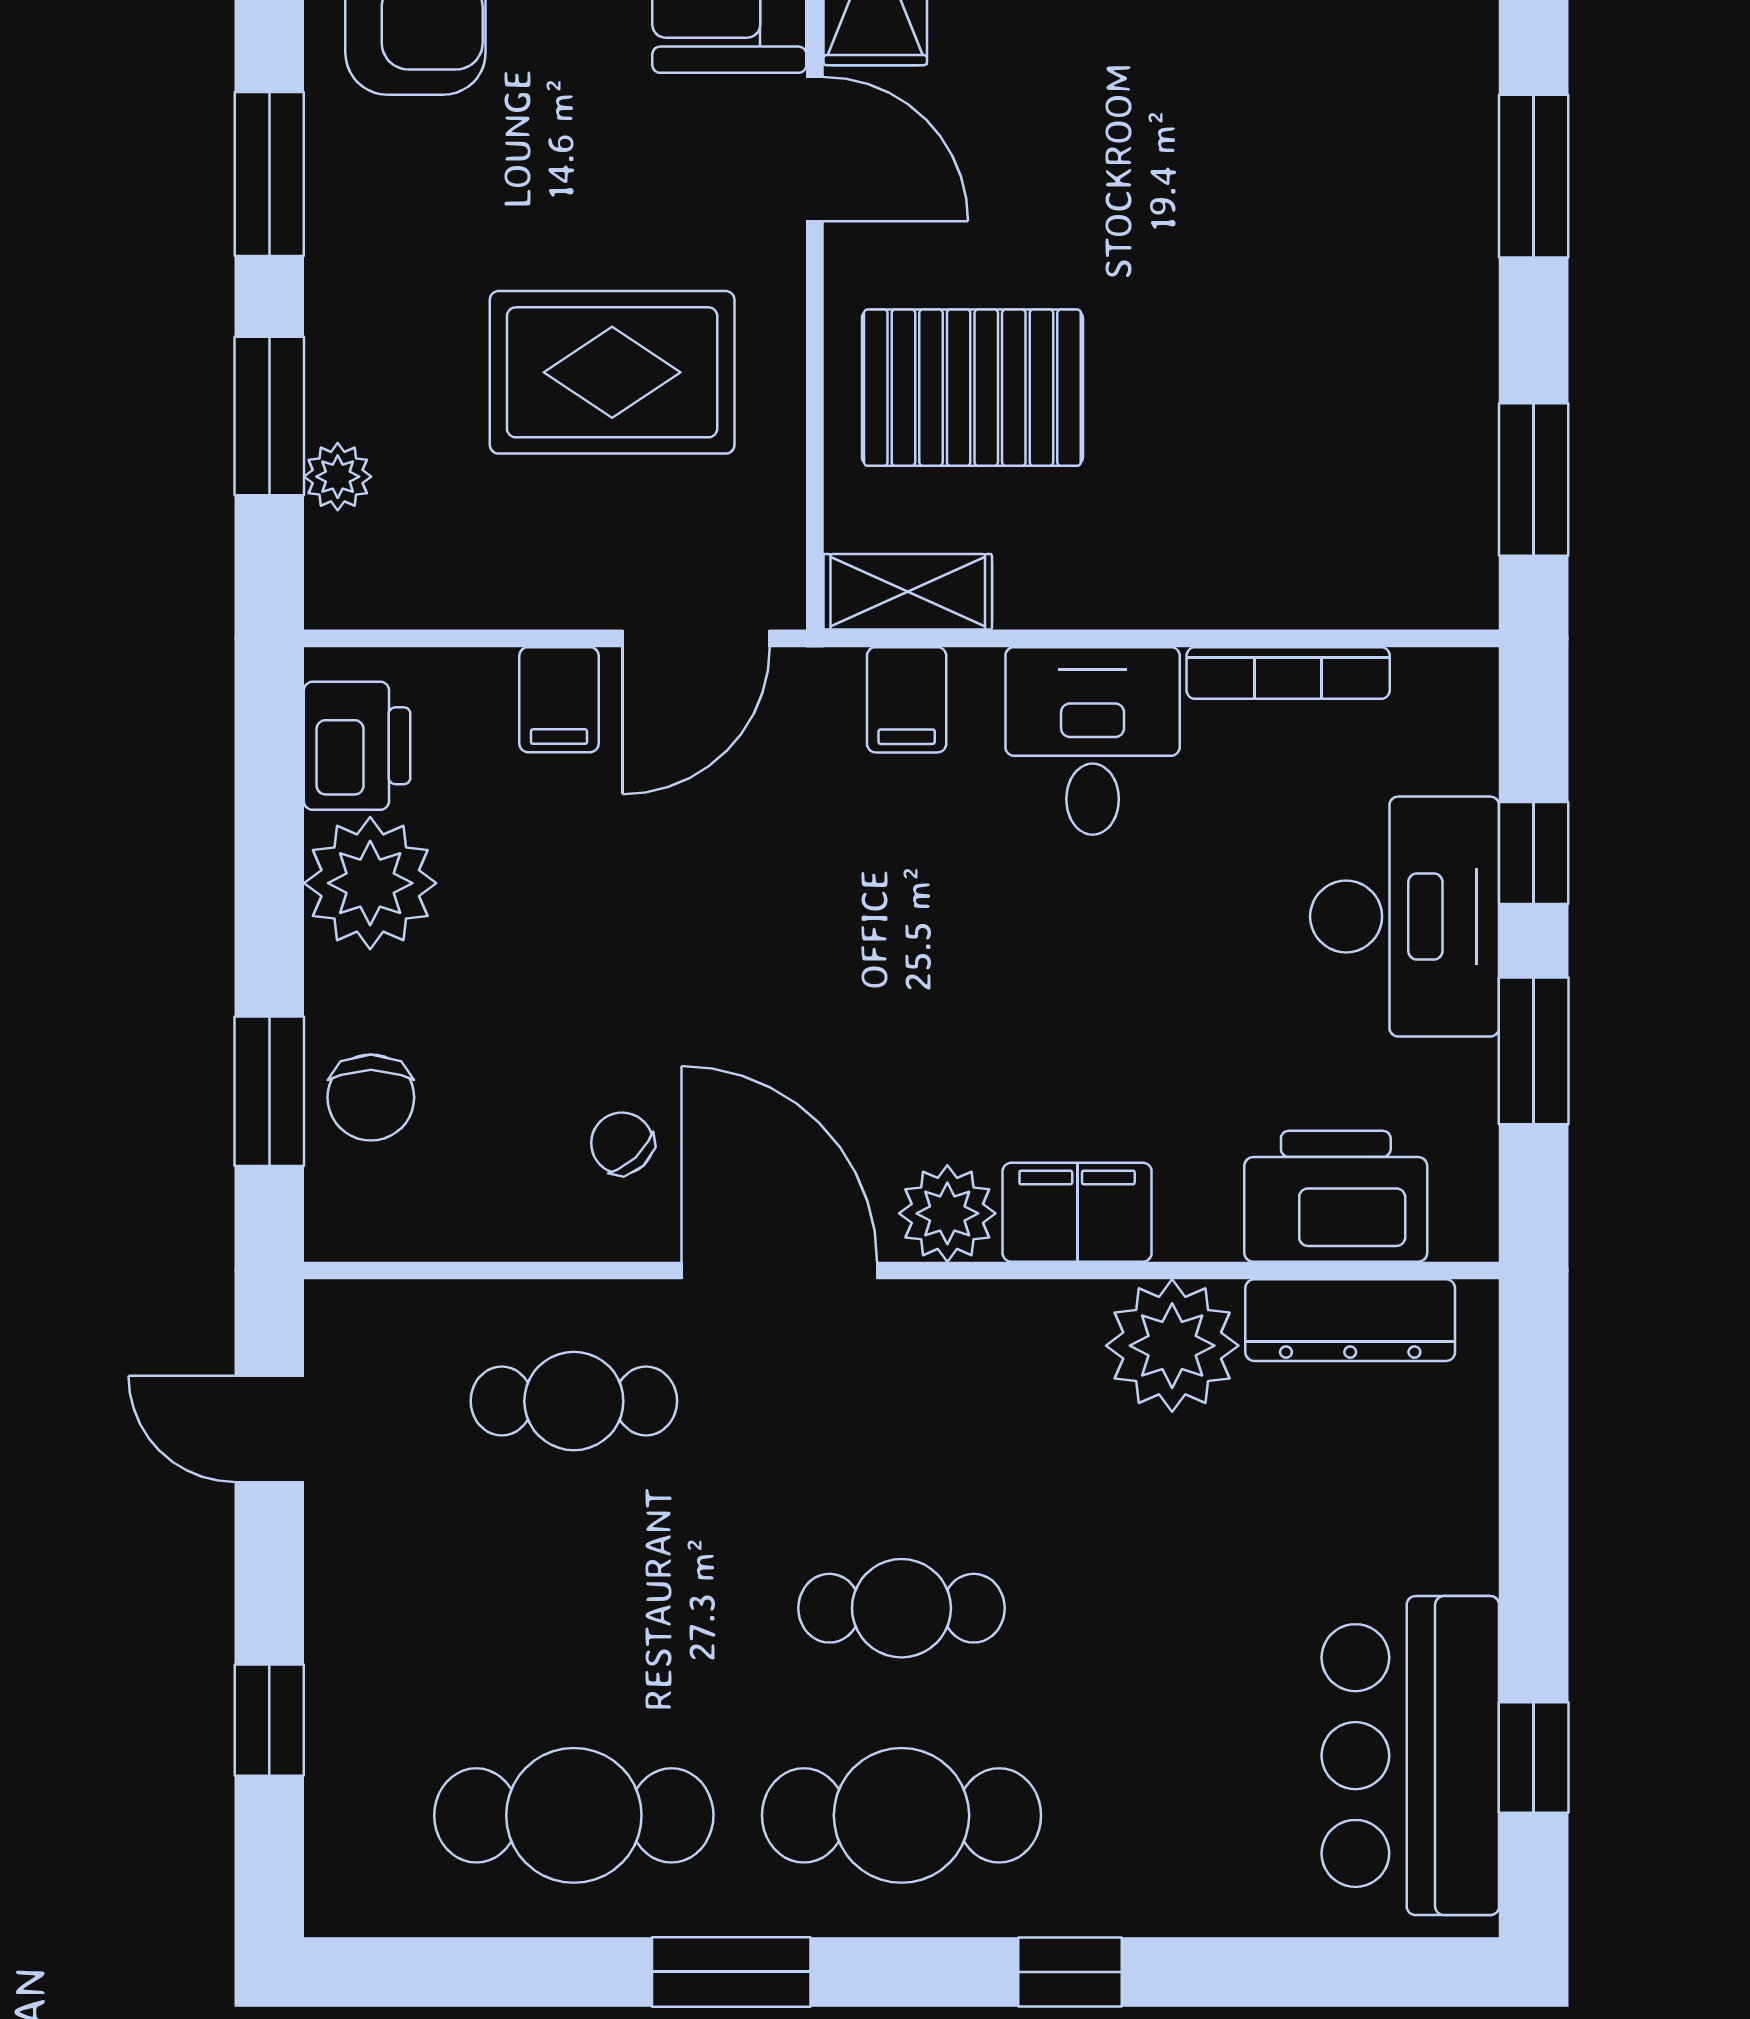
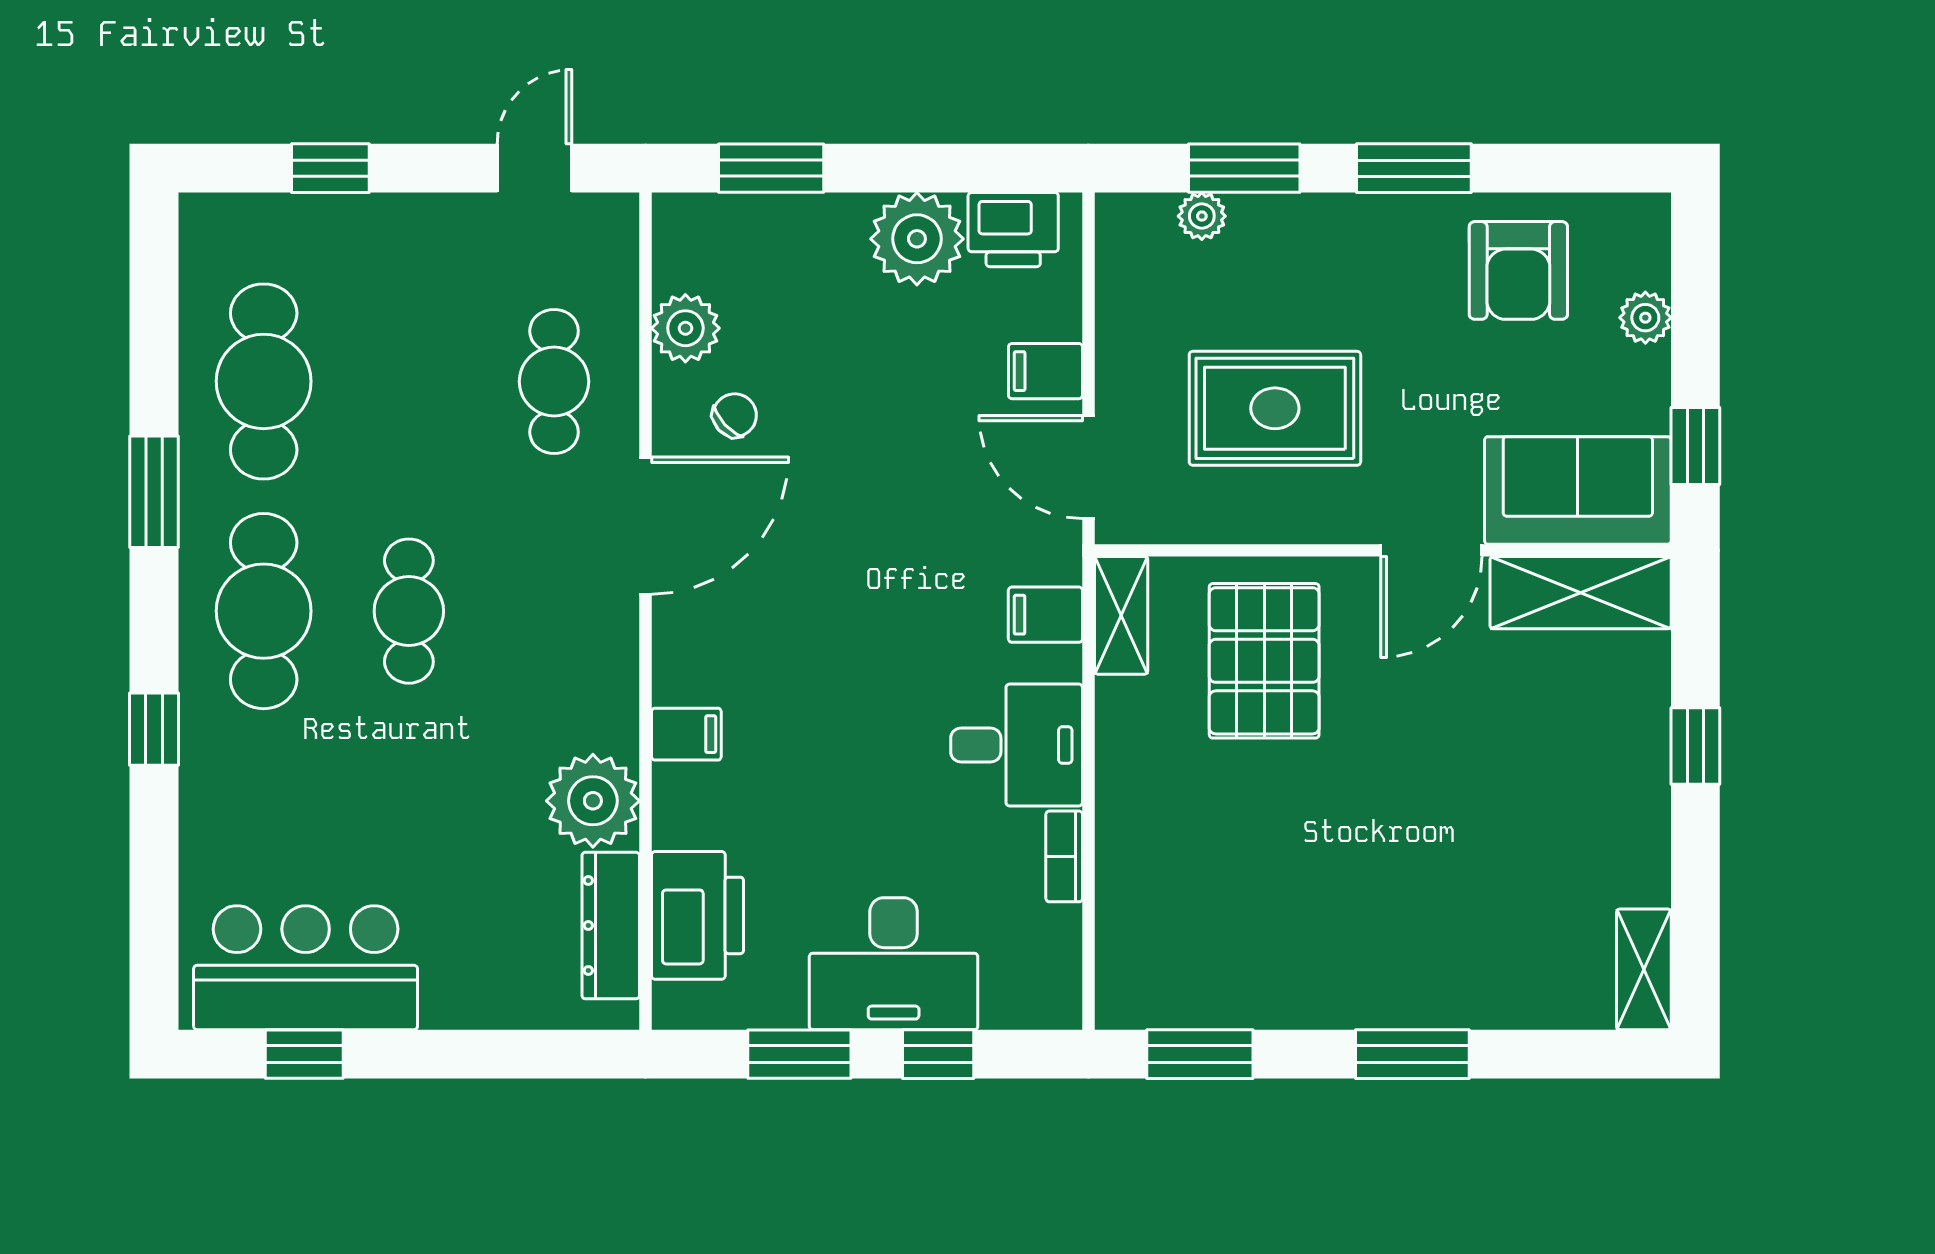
rug: (612, 372) -> (1275, 408), turned 90
bookcase: (1288, 673) -> (1064, 856), width x0.64
chair: (371, 1097) -> (767, 239), removed
filing cabinet: (1077, 1212) -> (686, 734), width x0.50
plant: (947, 1213) -> (685, 328), moved

